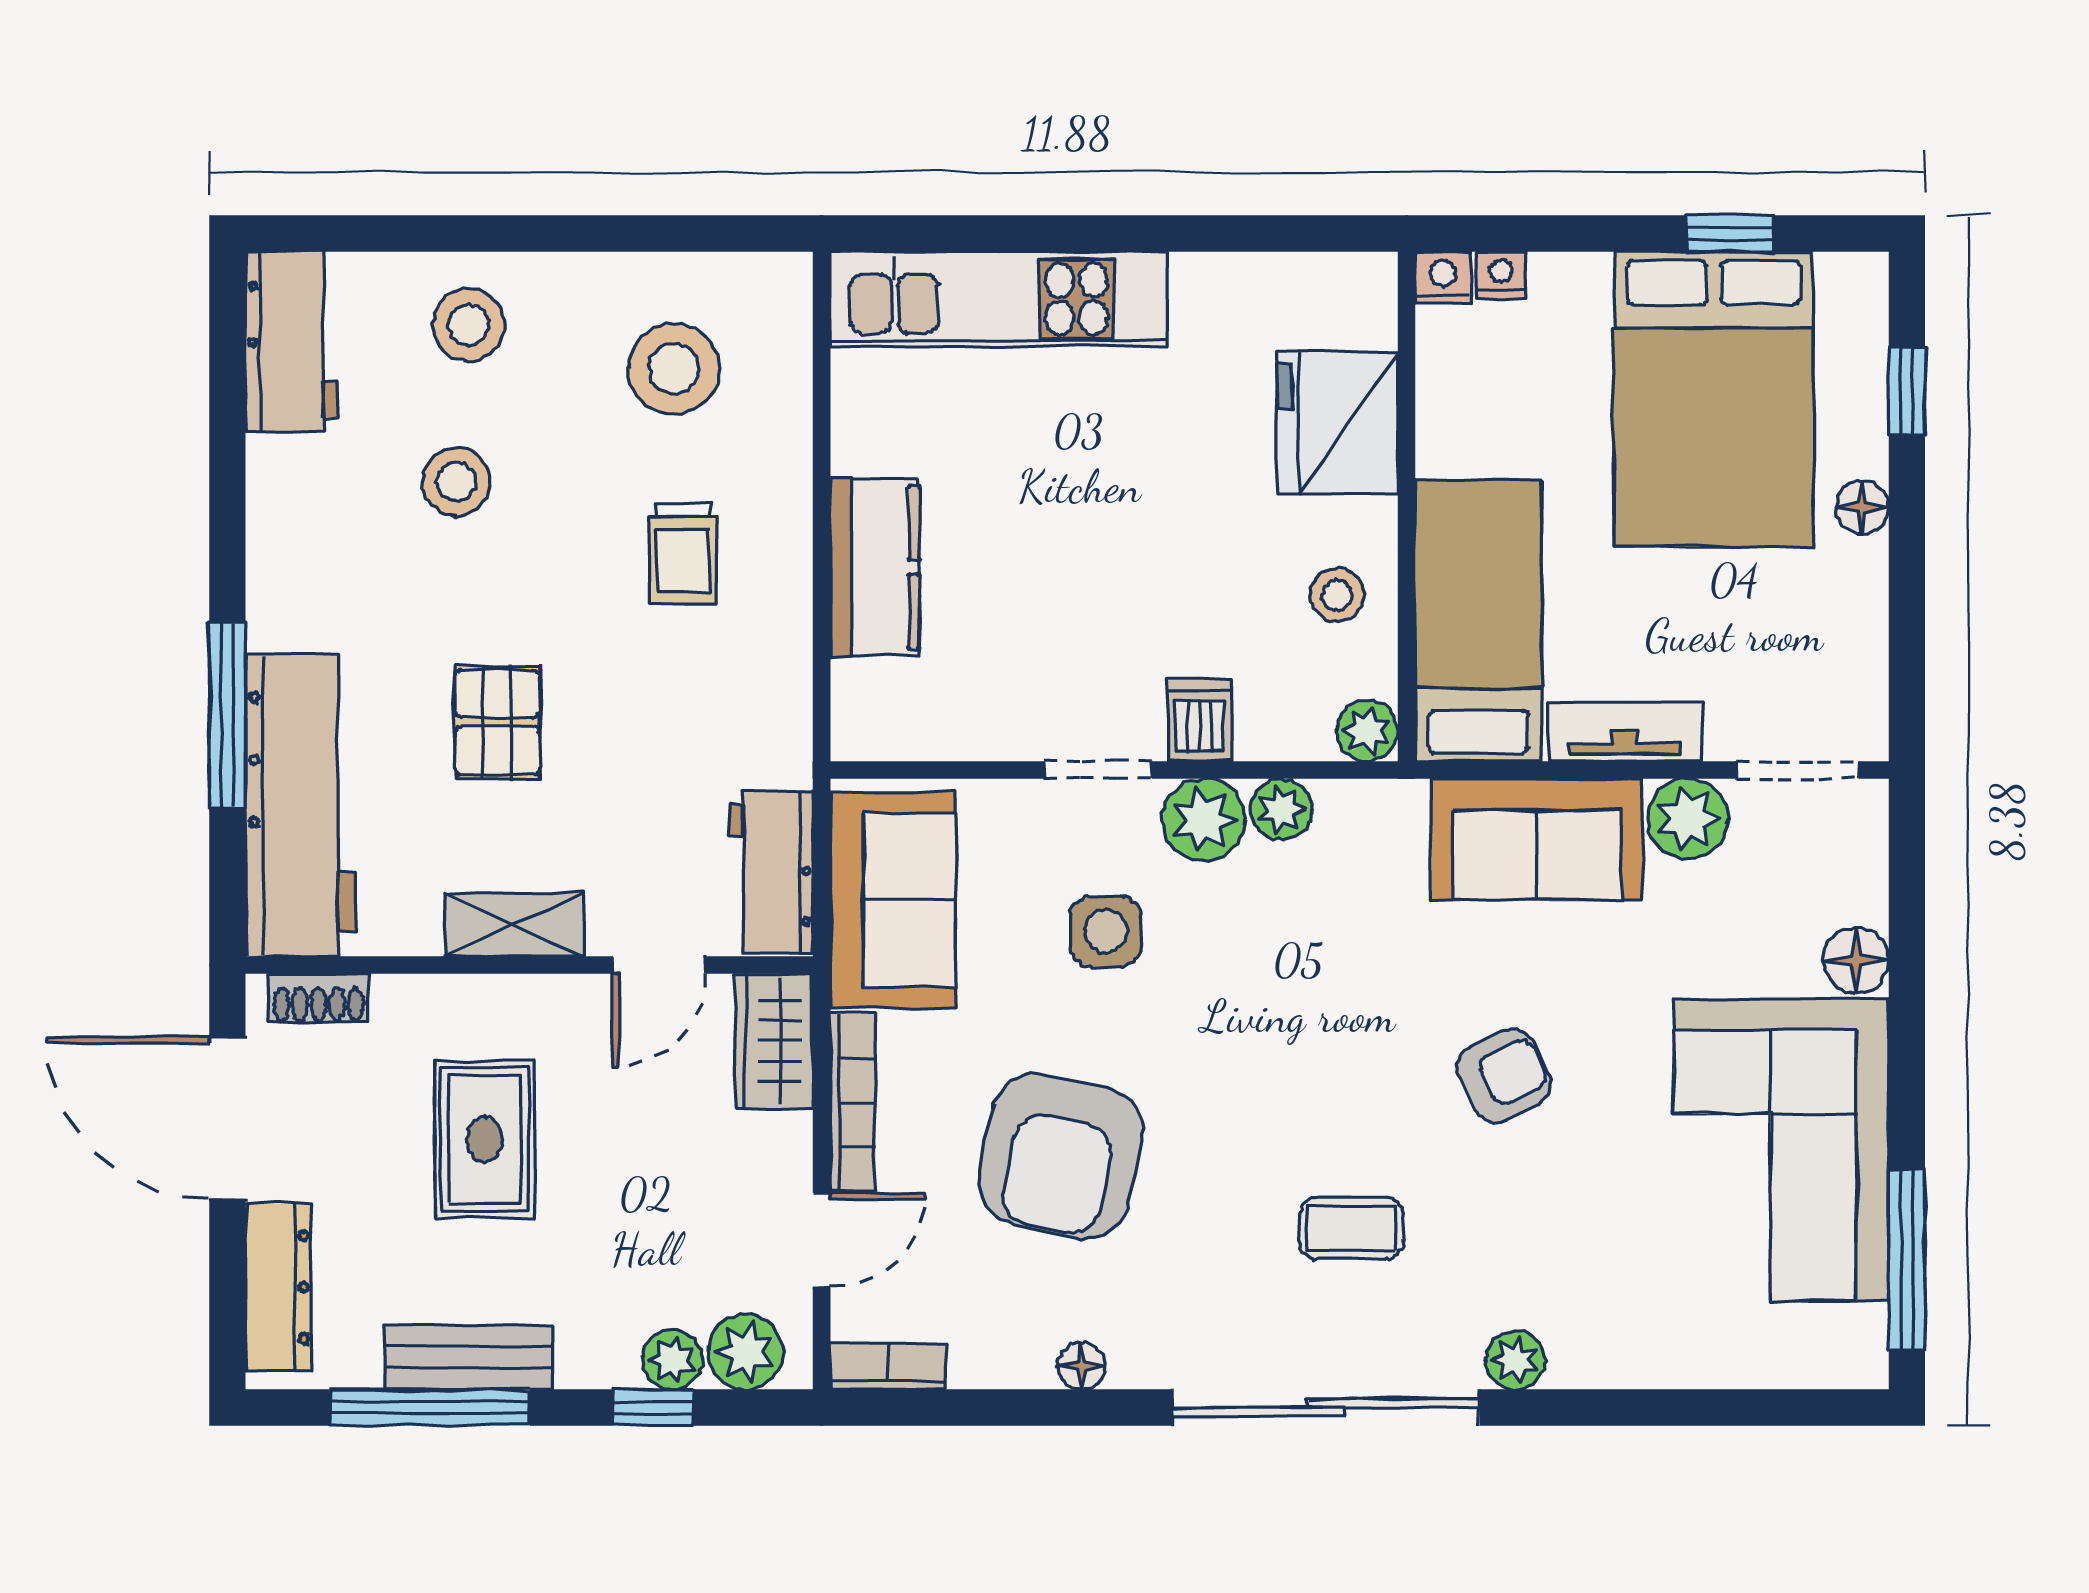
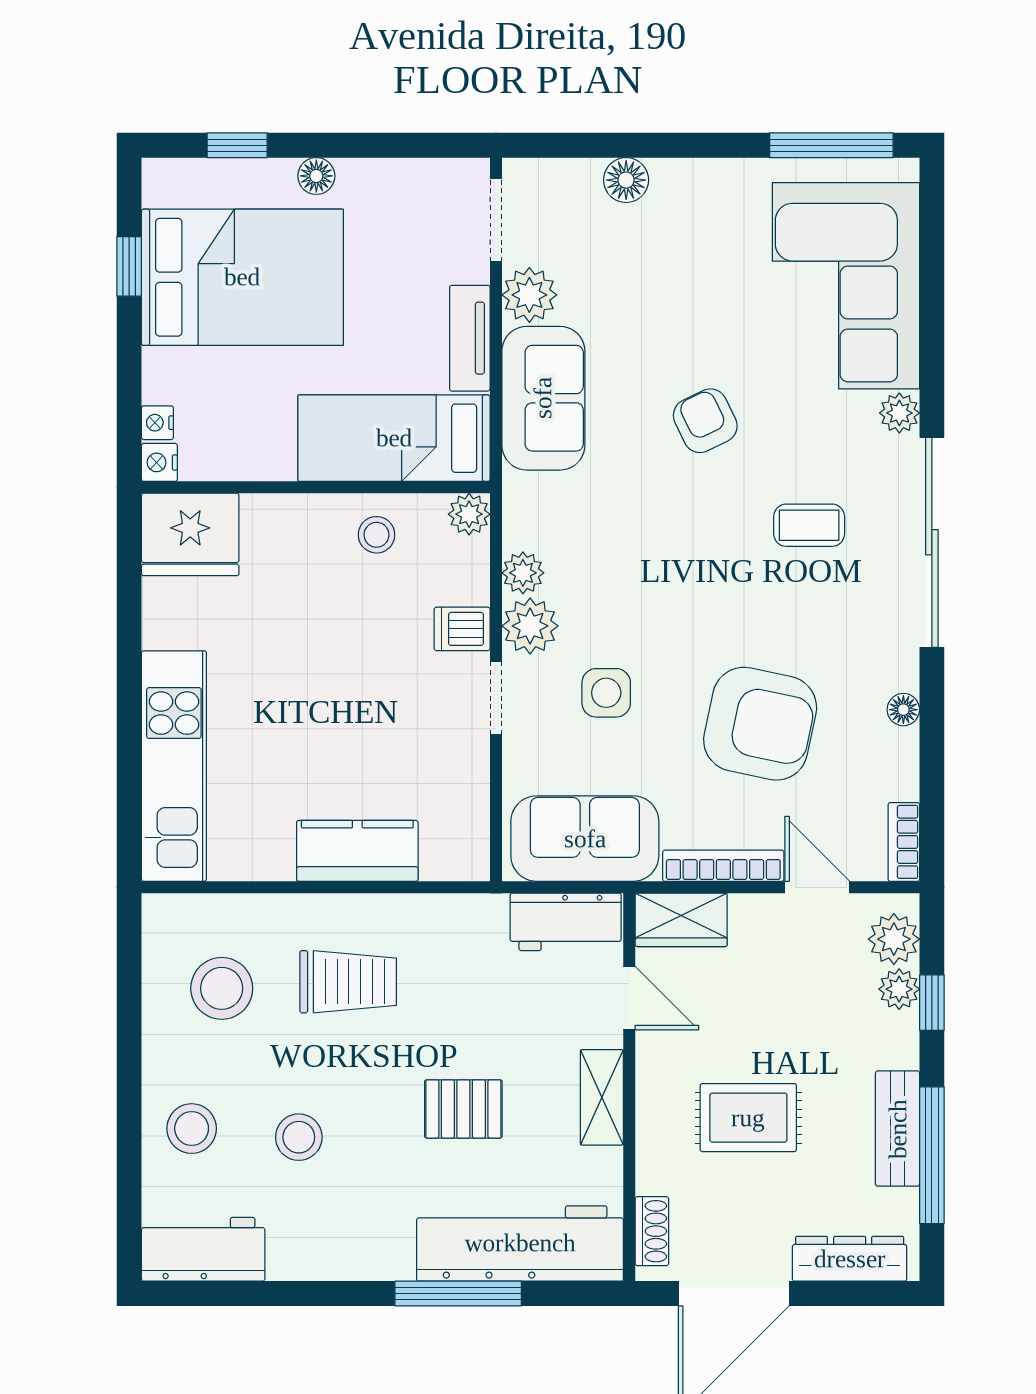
fridge: (1338, 423) -> (190, 534), moved
trolley: (683, 554) -> (348, 982), width x1.36, depth x1.39
corner sofa: (1781, 1150) -> (846, 286), moved, turned 90
coffee table: (1351, 1228) -> (809, 525), turned 90

